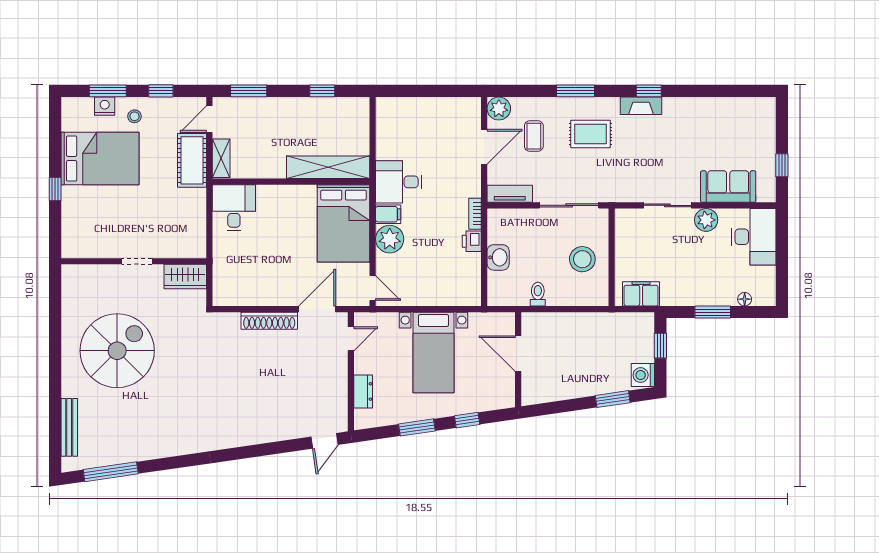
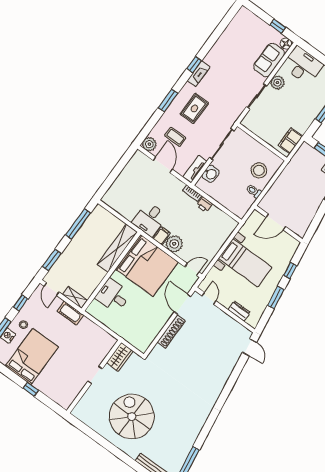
window: (322, 91) -> (78, 224), width x2.17
cot: (192, 160) -> (70, 313), width x0.73, depth x0.75
floor lamp: (767, 193) -> (286, 44), added
desk: (234, 208) -> (113, 296), moved
bed: (344, 223) -> (147, 265), width x1.36
washbasin: (498, 257) -> (211, 174), moved, turned 90
stool: (582, 259) -> (259, 170), moved

